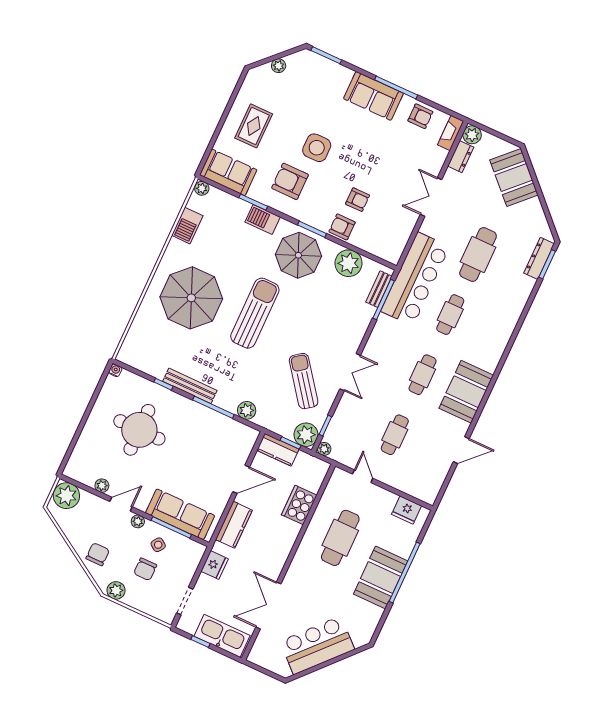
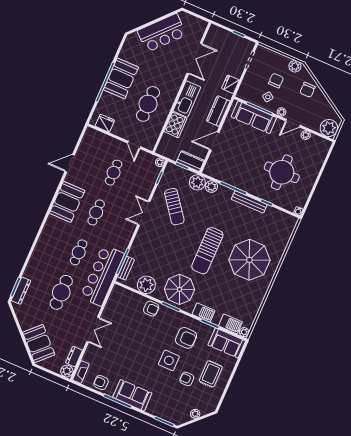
armchair: (358, 200) -> (187, 379), moved
barbecue: (187, 226) -> (230, 324), moved, turned 90
plant: (306, 435) -> (197, 182), moved
kitchen sink: (222, 636) -> (187, 99), moved, turned -90

